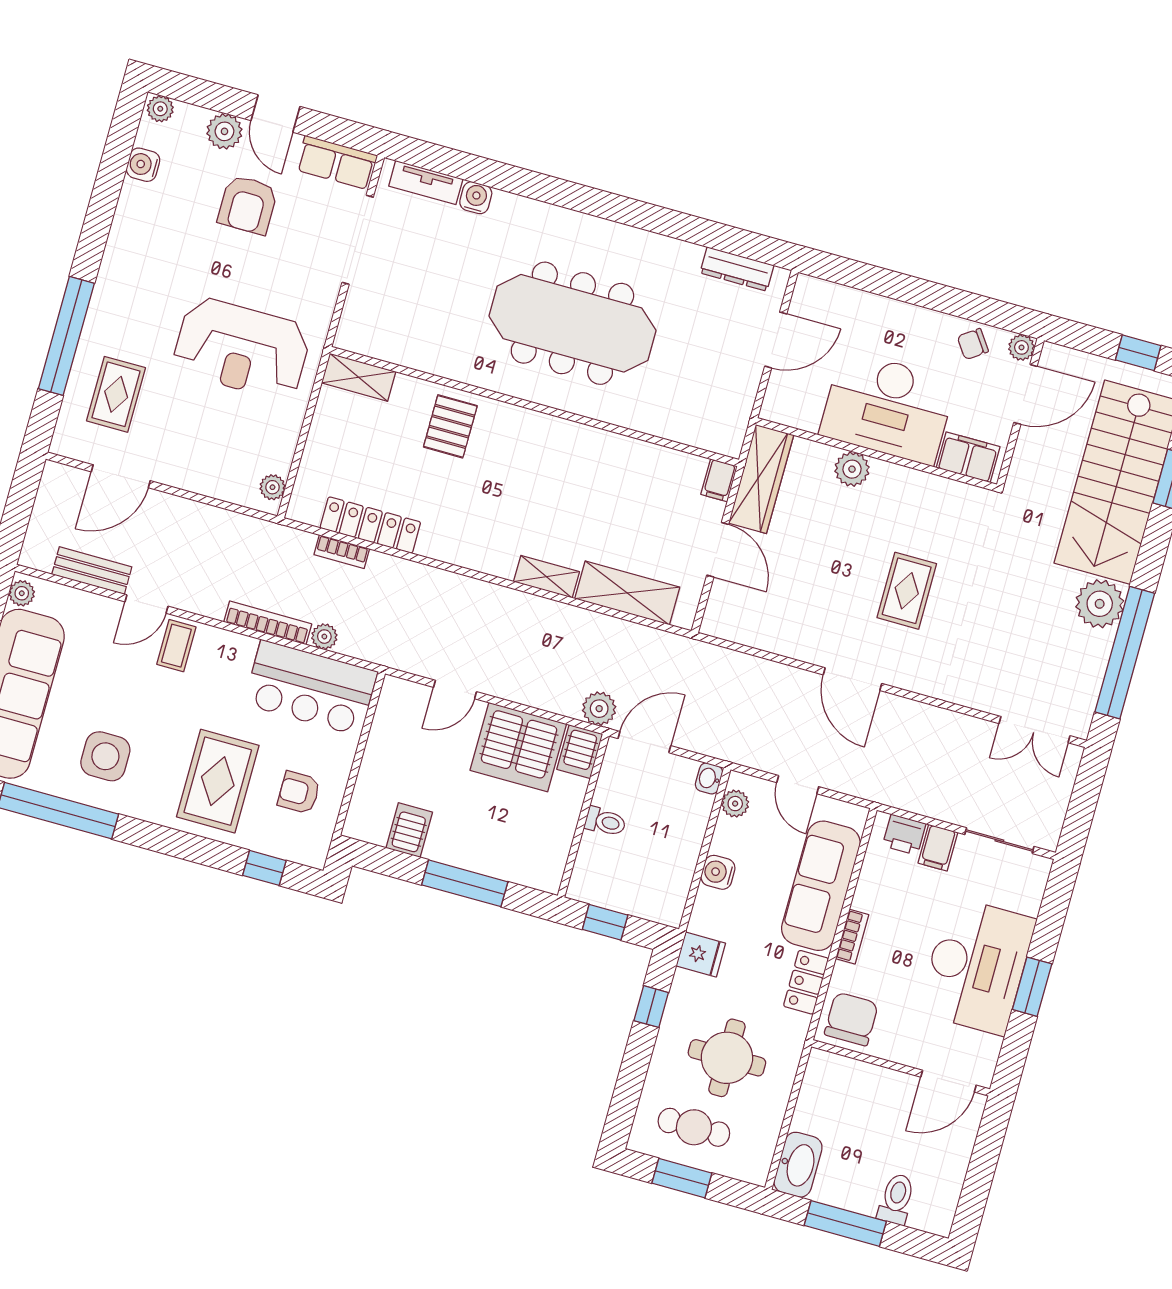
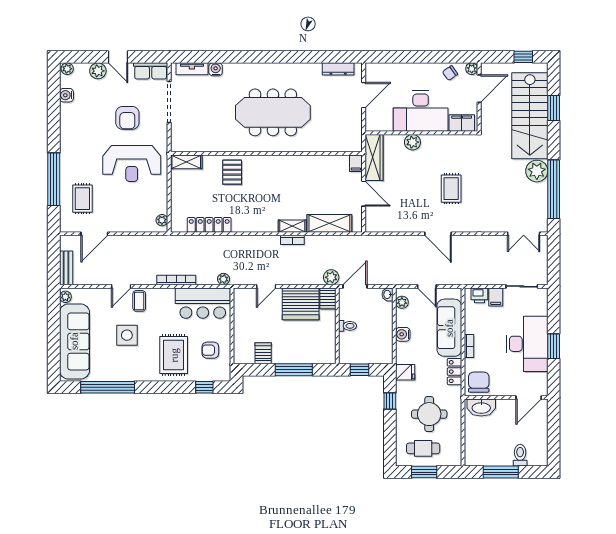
armchair: (248, 205) -> (127, 118), moved
bookcase: (342, 552) -> (292, 240), moved
bench: (92, 571) -> (66, 268), moved, turned 90
plant: (324, 637) -> (224, 279), moved
side table: (105, 756) -> (127, 335), moved
washbasin: (798, 1165) -> (481, 408), moved, turned 90

